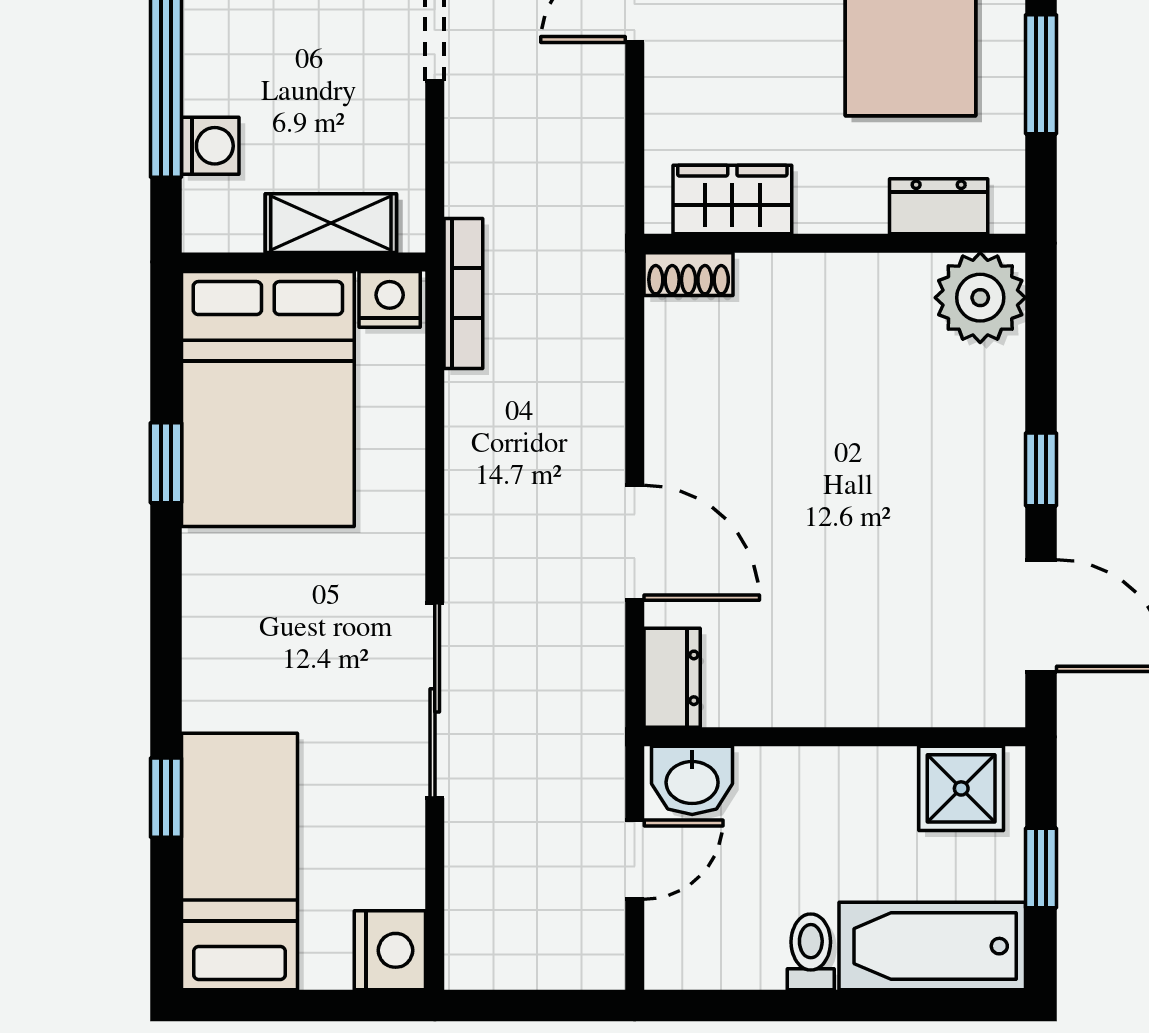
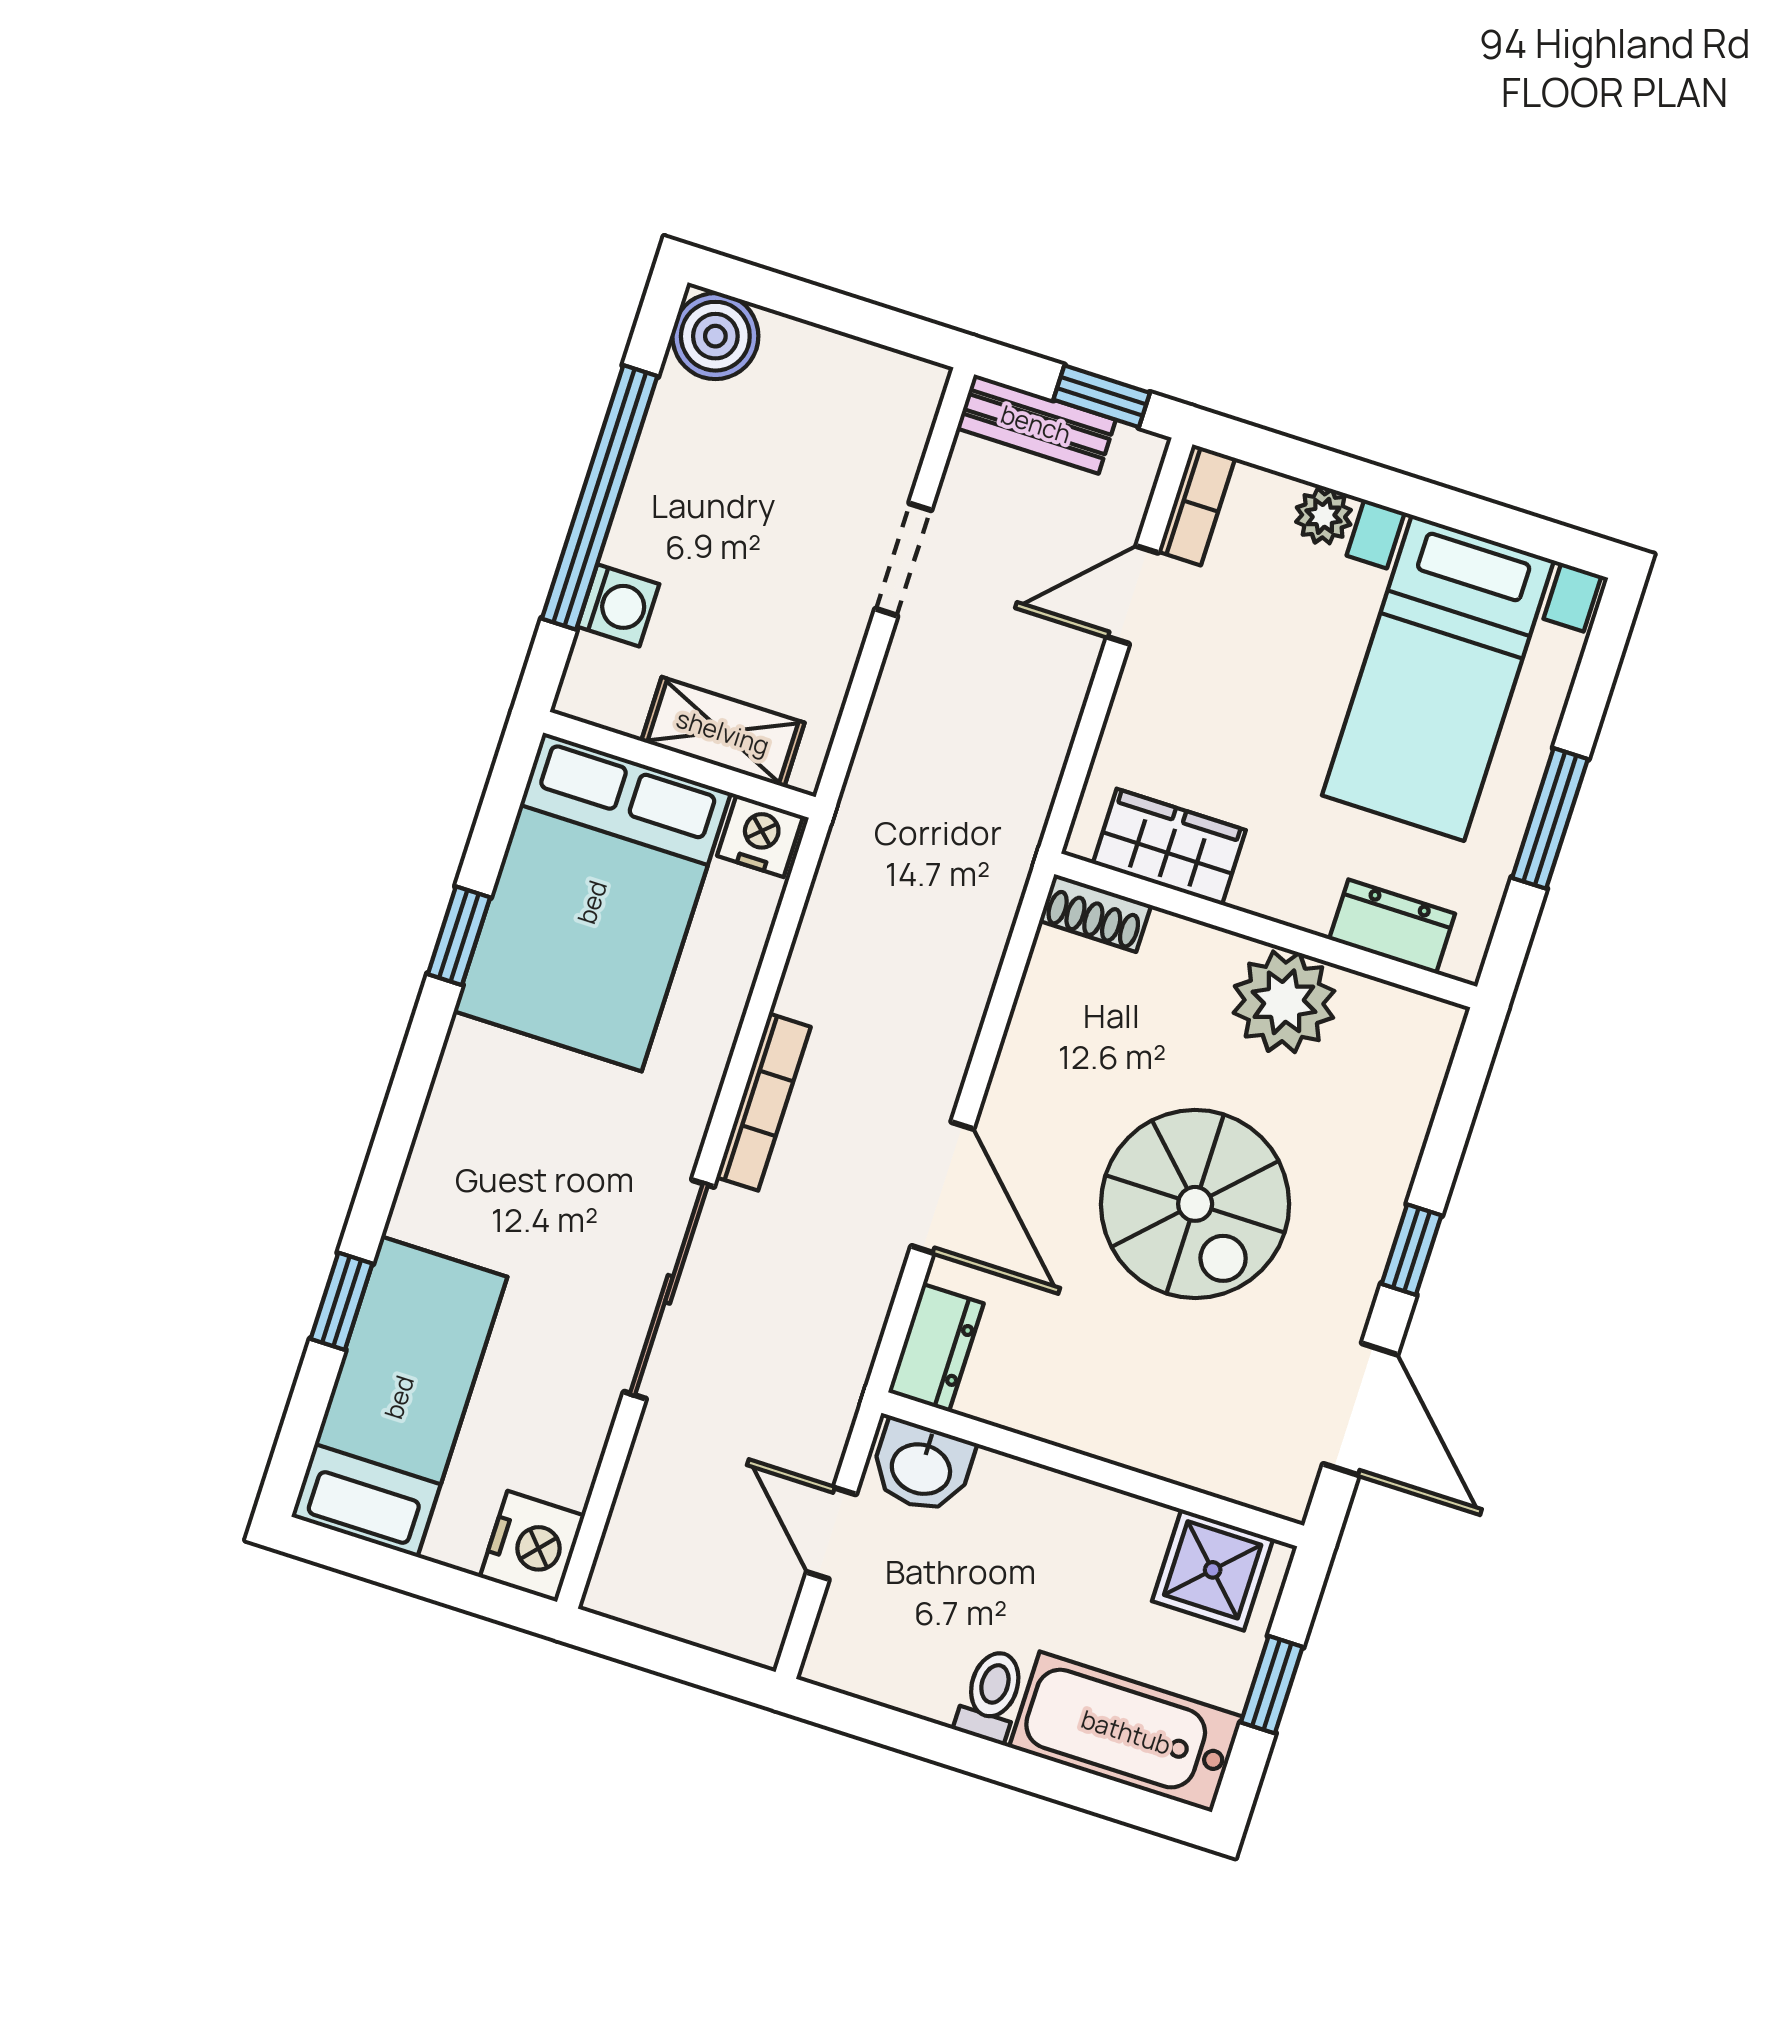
bookcase: (463, 293) -> (763, 1102), moved
plant: (980, 298) -> (1284, 1002), moved
spiral stairs: (849, 489) -> (1195, 1204), added
door: (635, 860) -> (831, 1533), swing flipped

